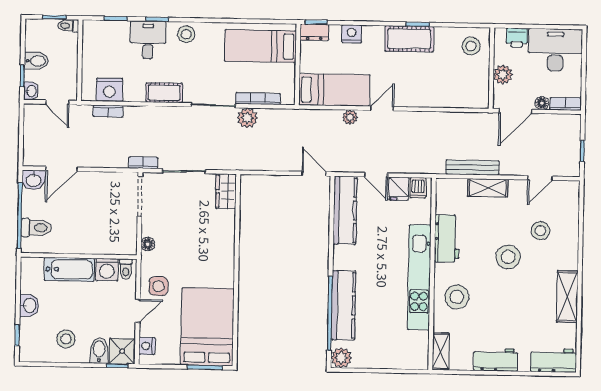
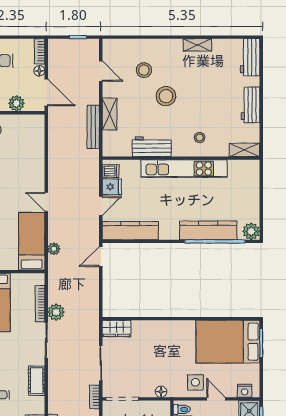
plant: (350, 117) -> (54, 249), moved
stool: (457, 297) -> (200, 138), width x0.53, depth x0.53
shelving: (567, 297) -> (197, 45), width x0.67, depth x0.75

